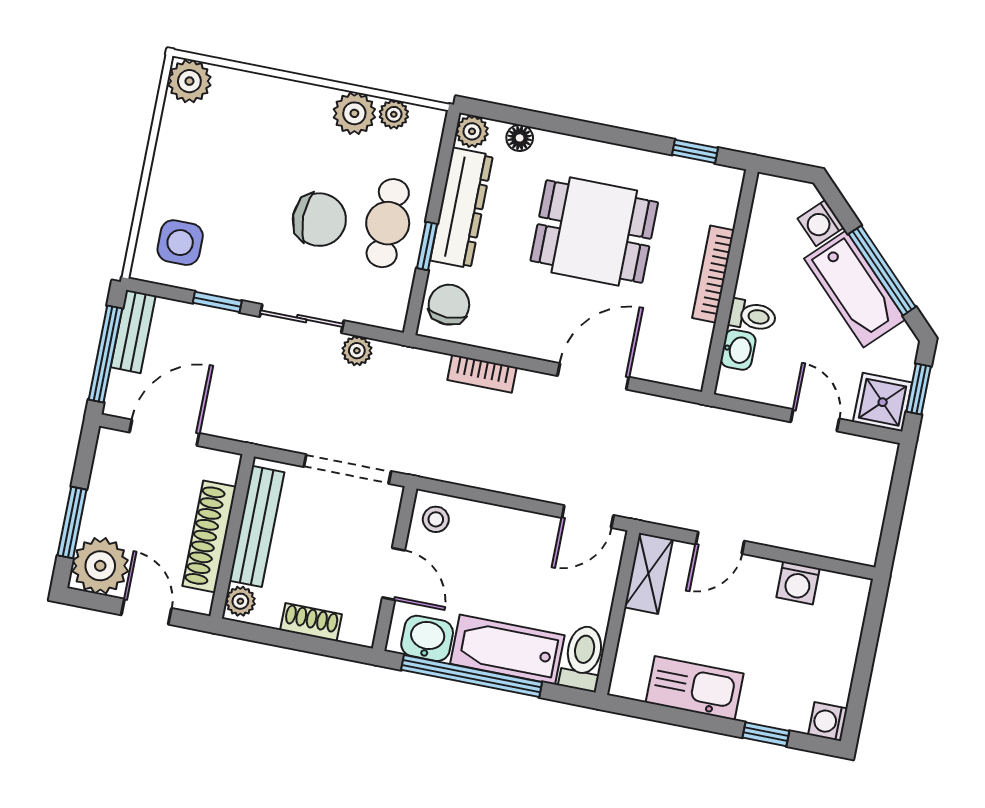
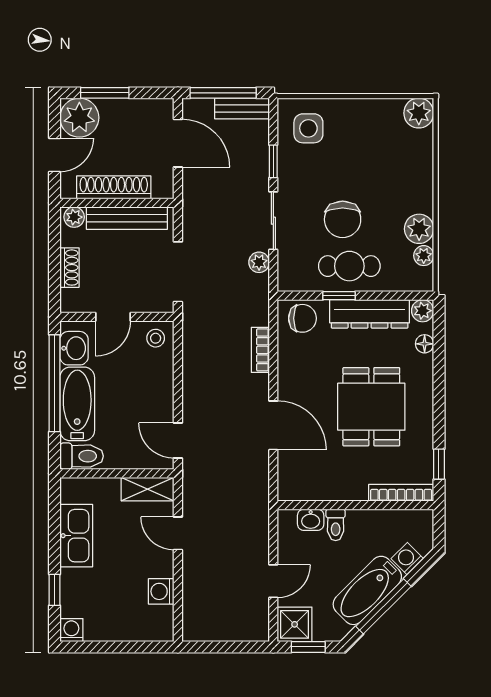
bookcase: (713, 274) -> (401, 493), moved

